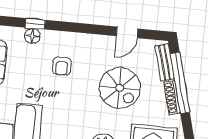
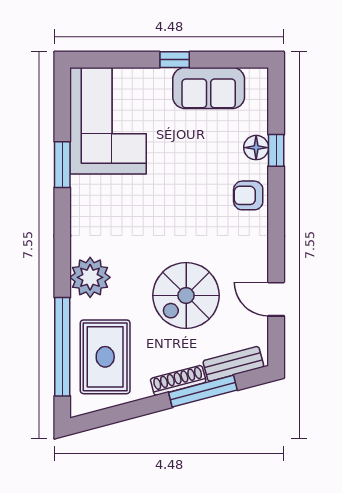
armchair: (62, 66) -> (248, 195), moved
window: (180, 83) -> (203, 391), width x0.68

